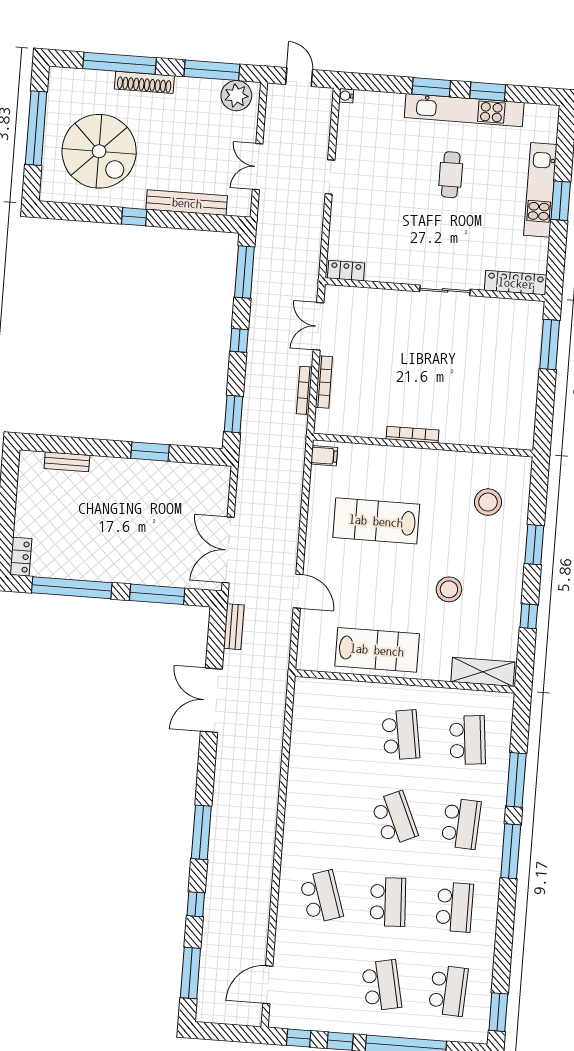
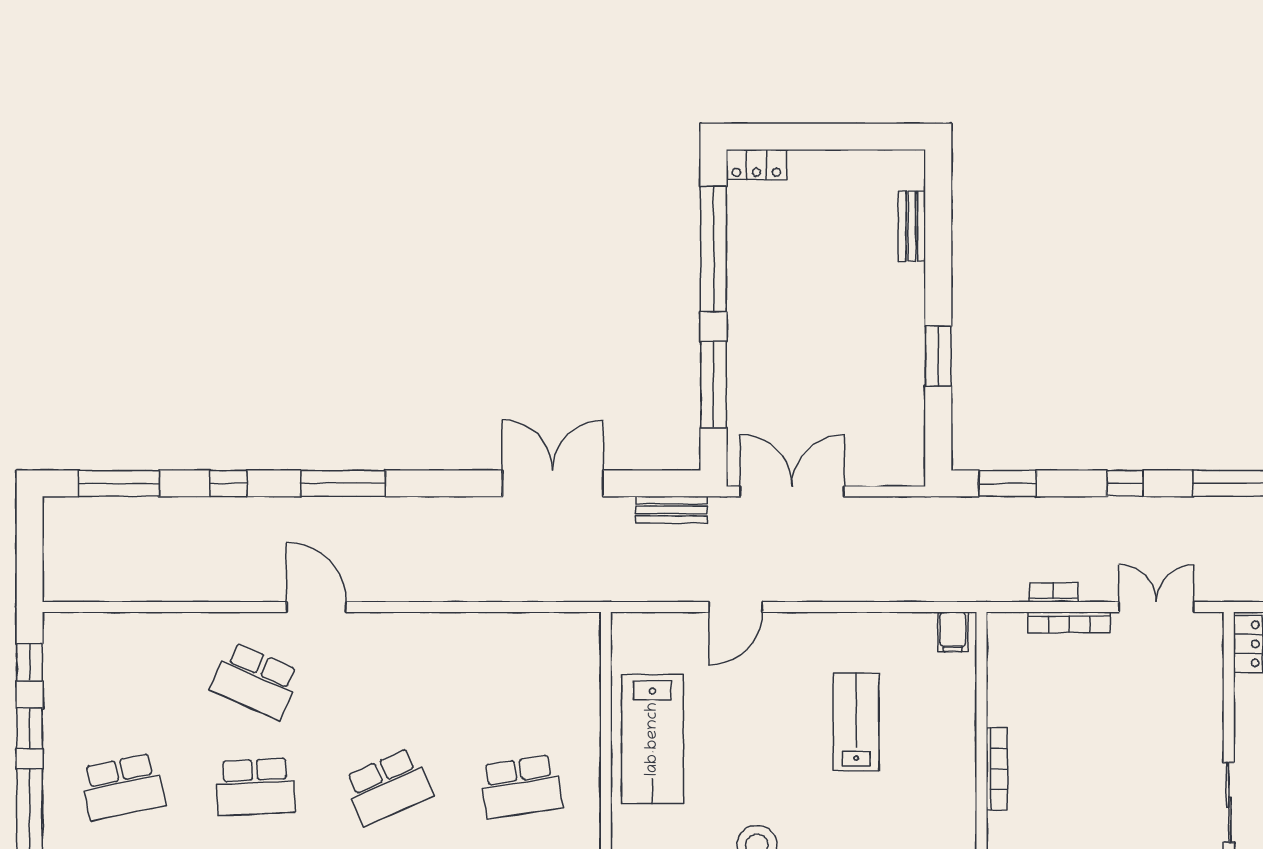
bookcase: (304, 390) -> (1054, 592), width x0.64
lab bench: (376, 521) -> (856, 722), width x0.73, depth x0.72
school desk: (321, 897) -> (255, 681), turned 42
door: (268, 985) -> (316, 607), moved

